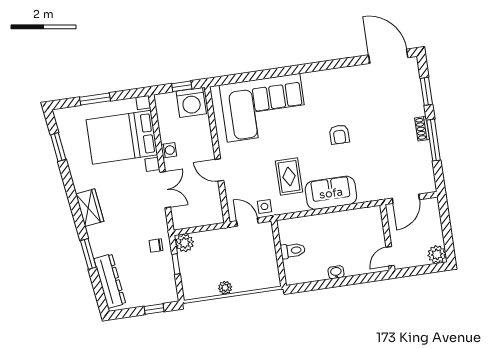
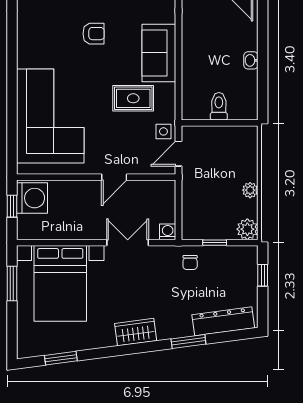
window: (95, 99) -> (12, 283), moved
washing machine: (169, 150) -> (168, 232), moved
plant: (185, 243) -> (247, 229), moved

